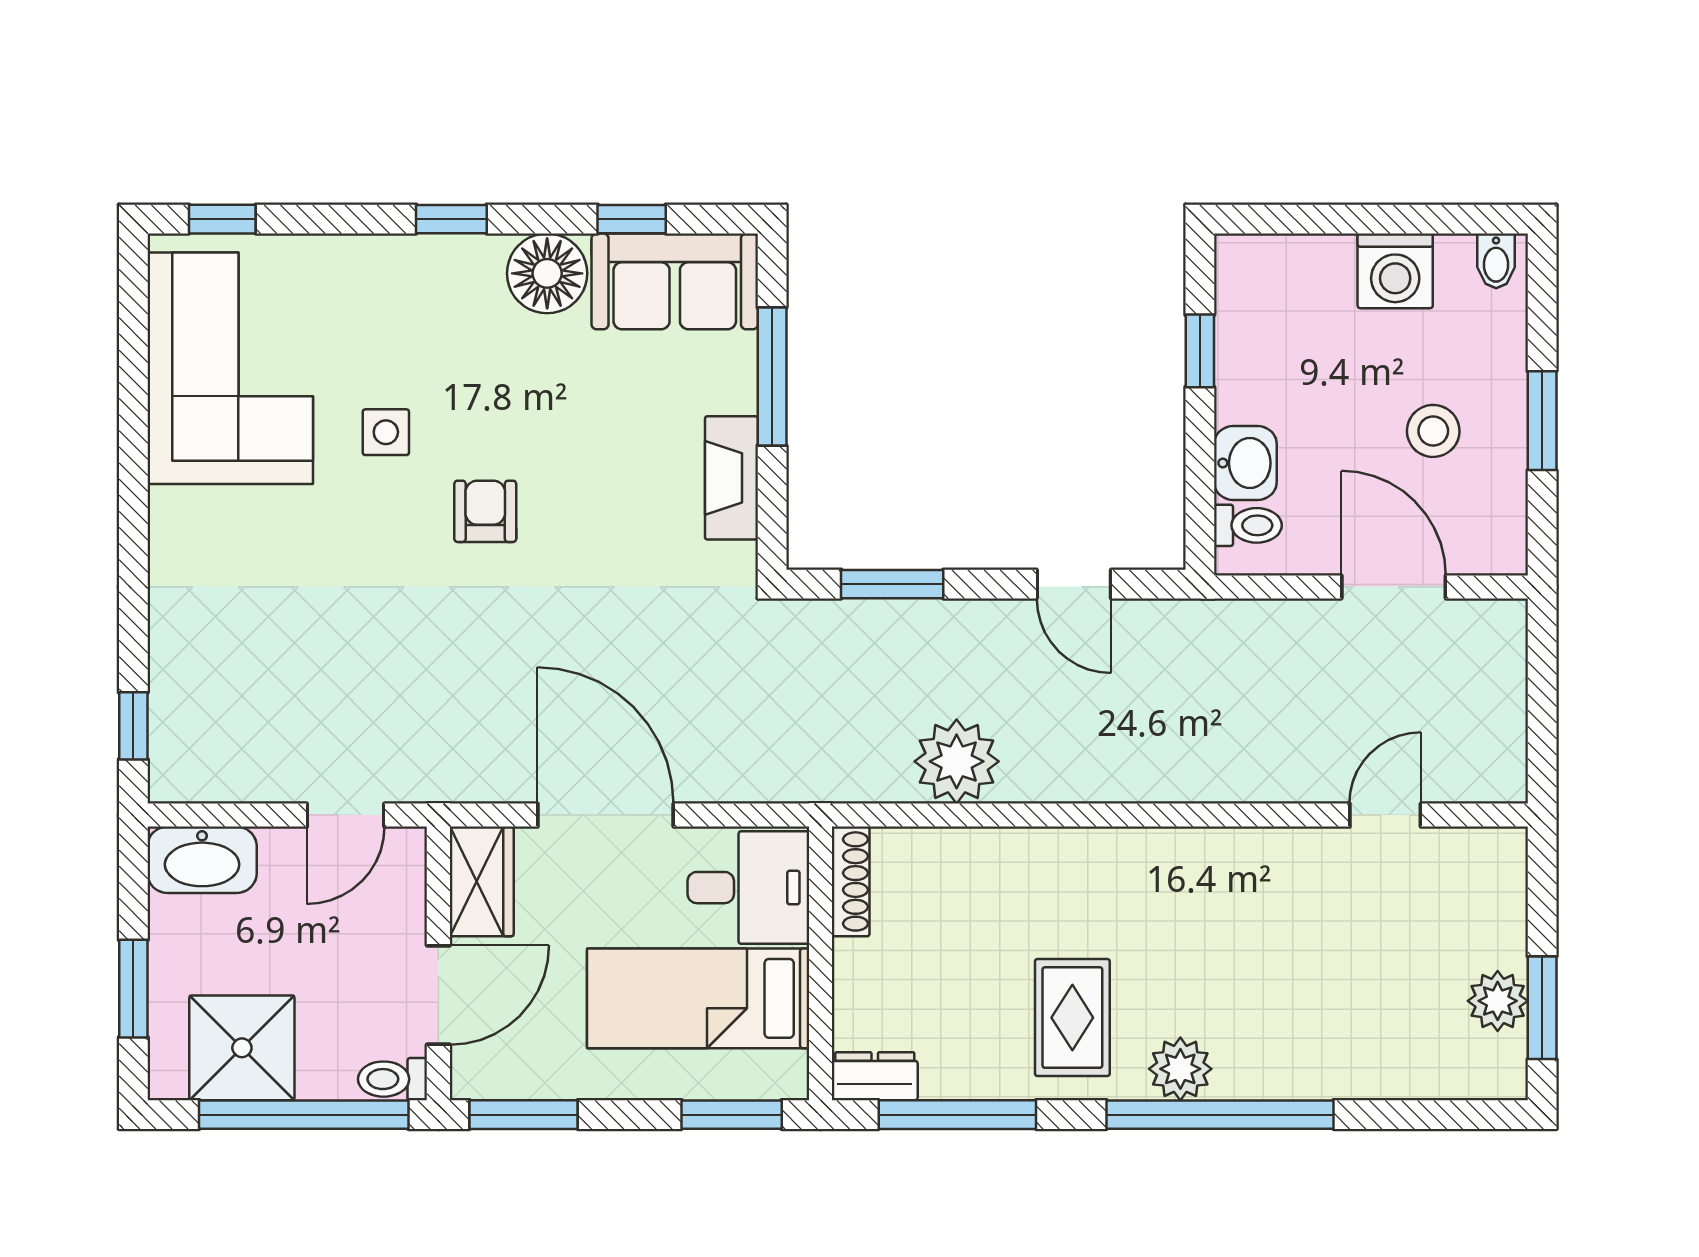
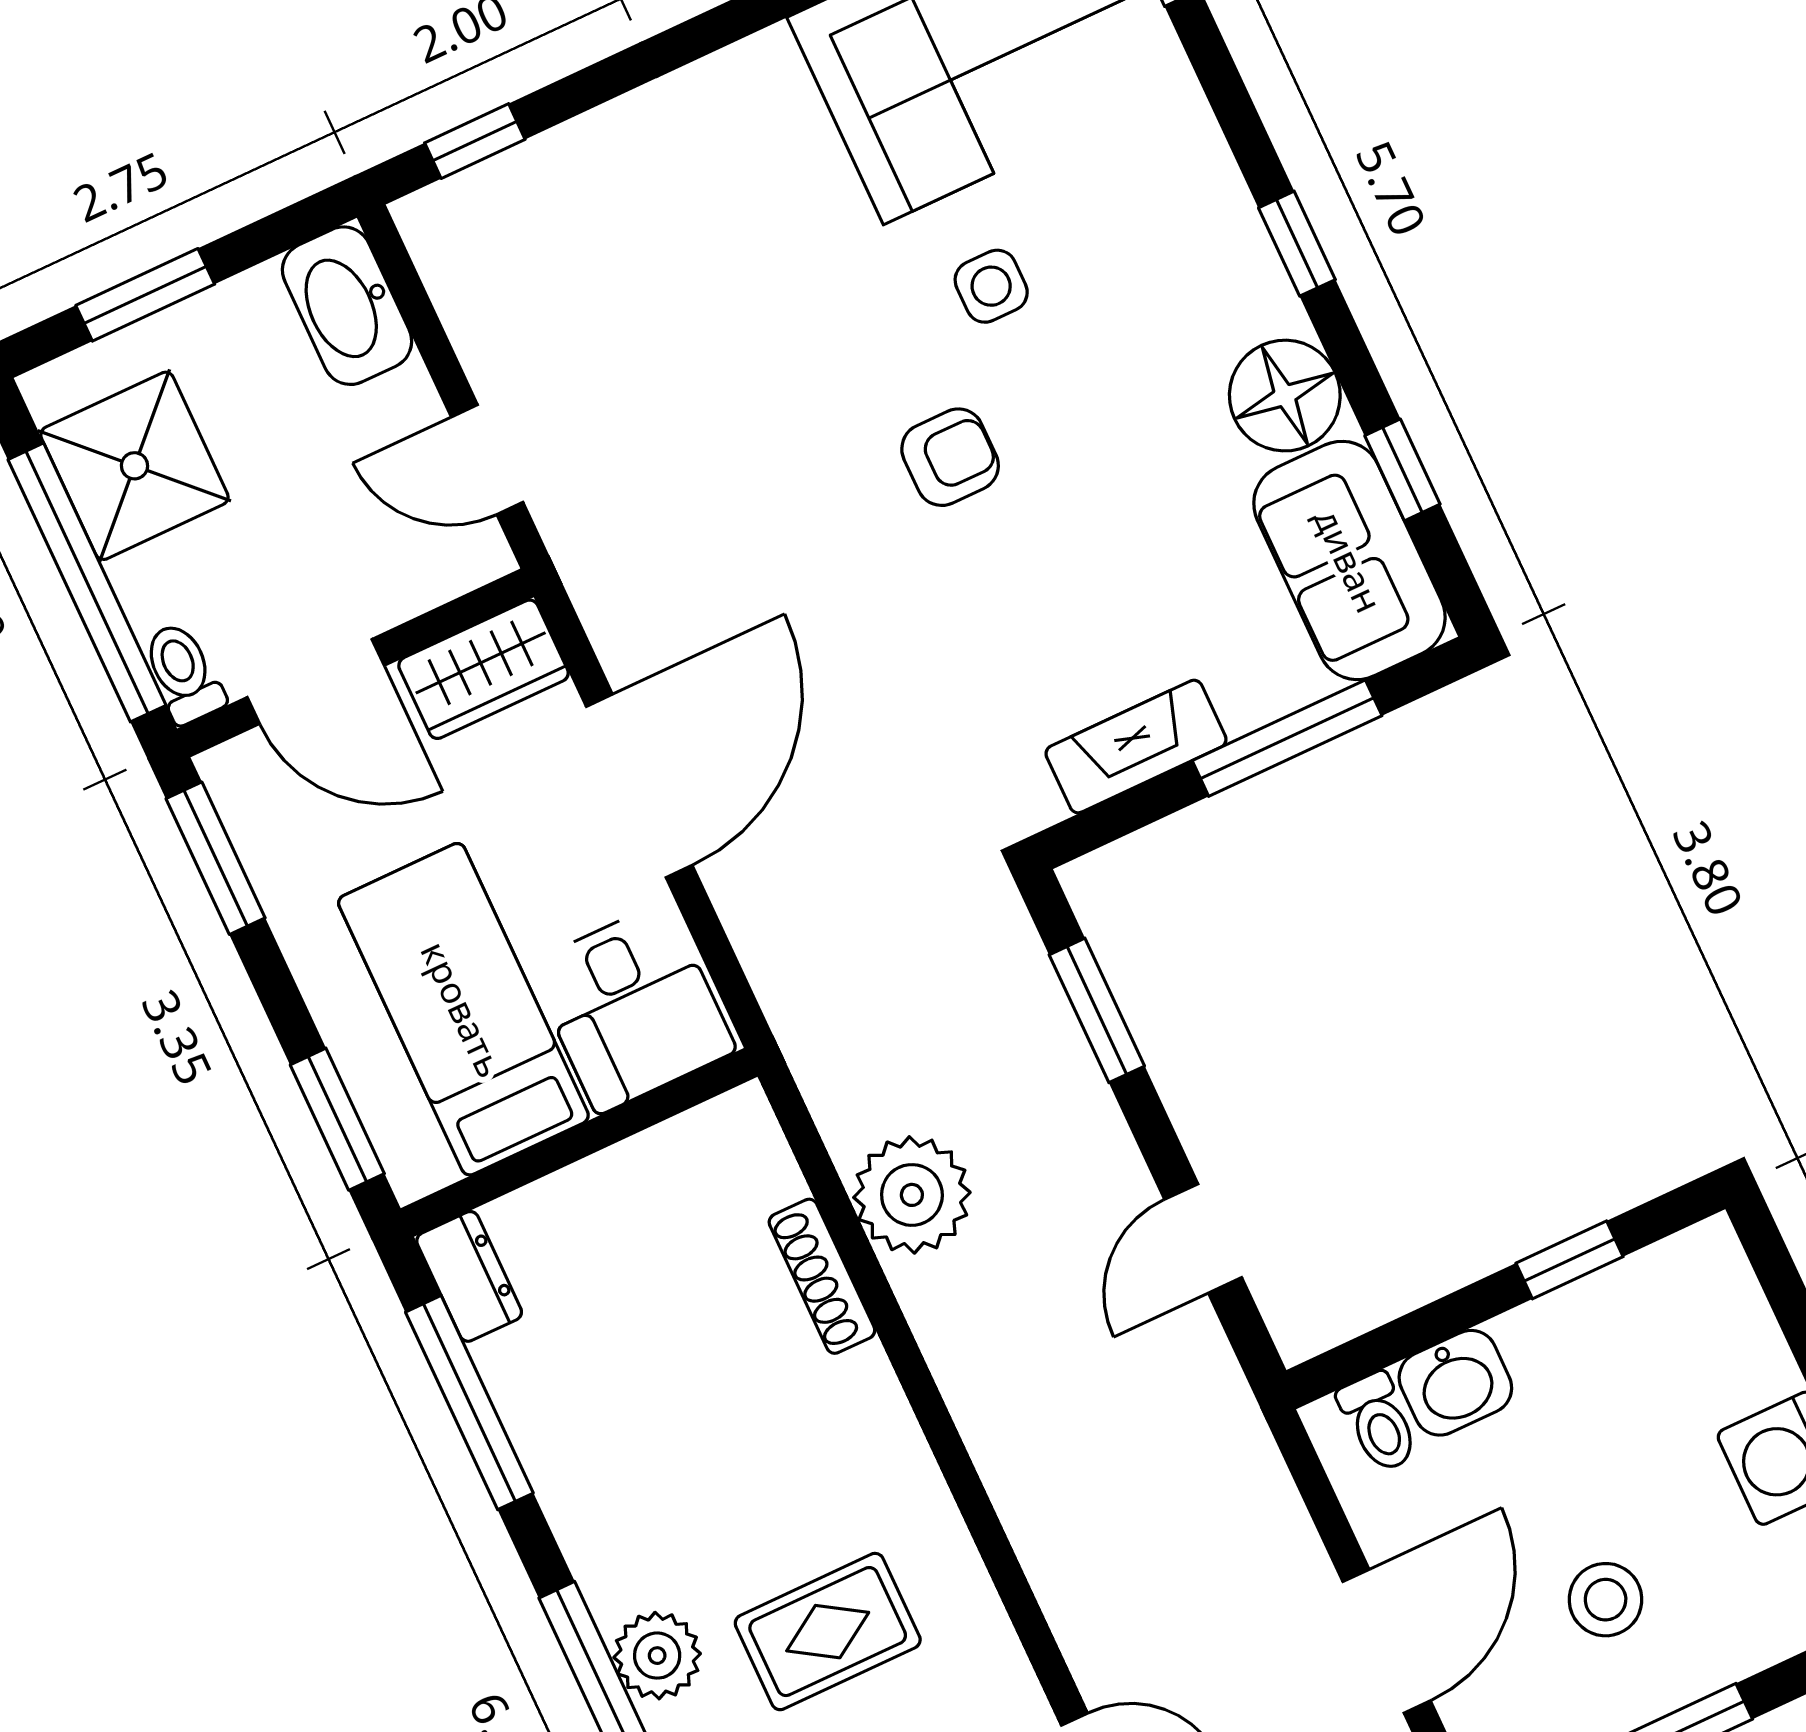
shoe rack: (851, 881) -> (822, 1276), moved, turned 90
rug: (1072, 1018) -> (828, 1632), moved

